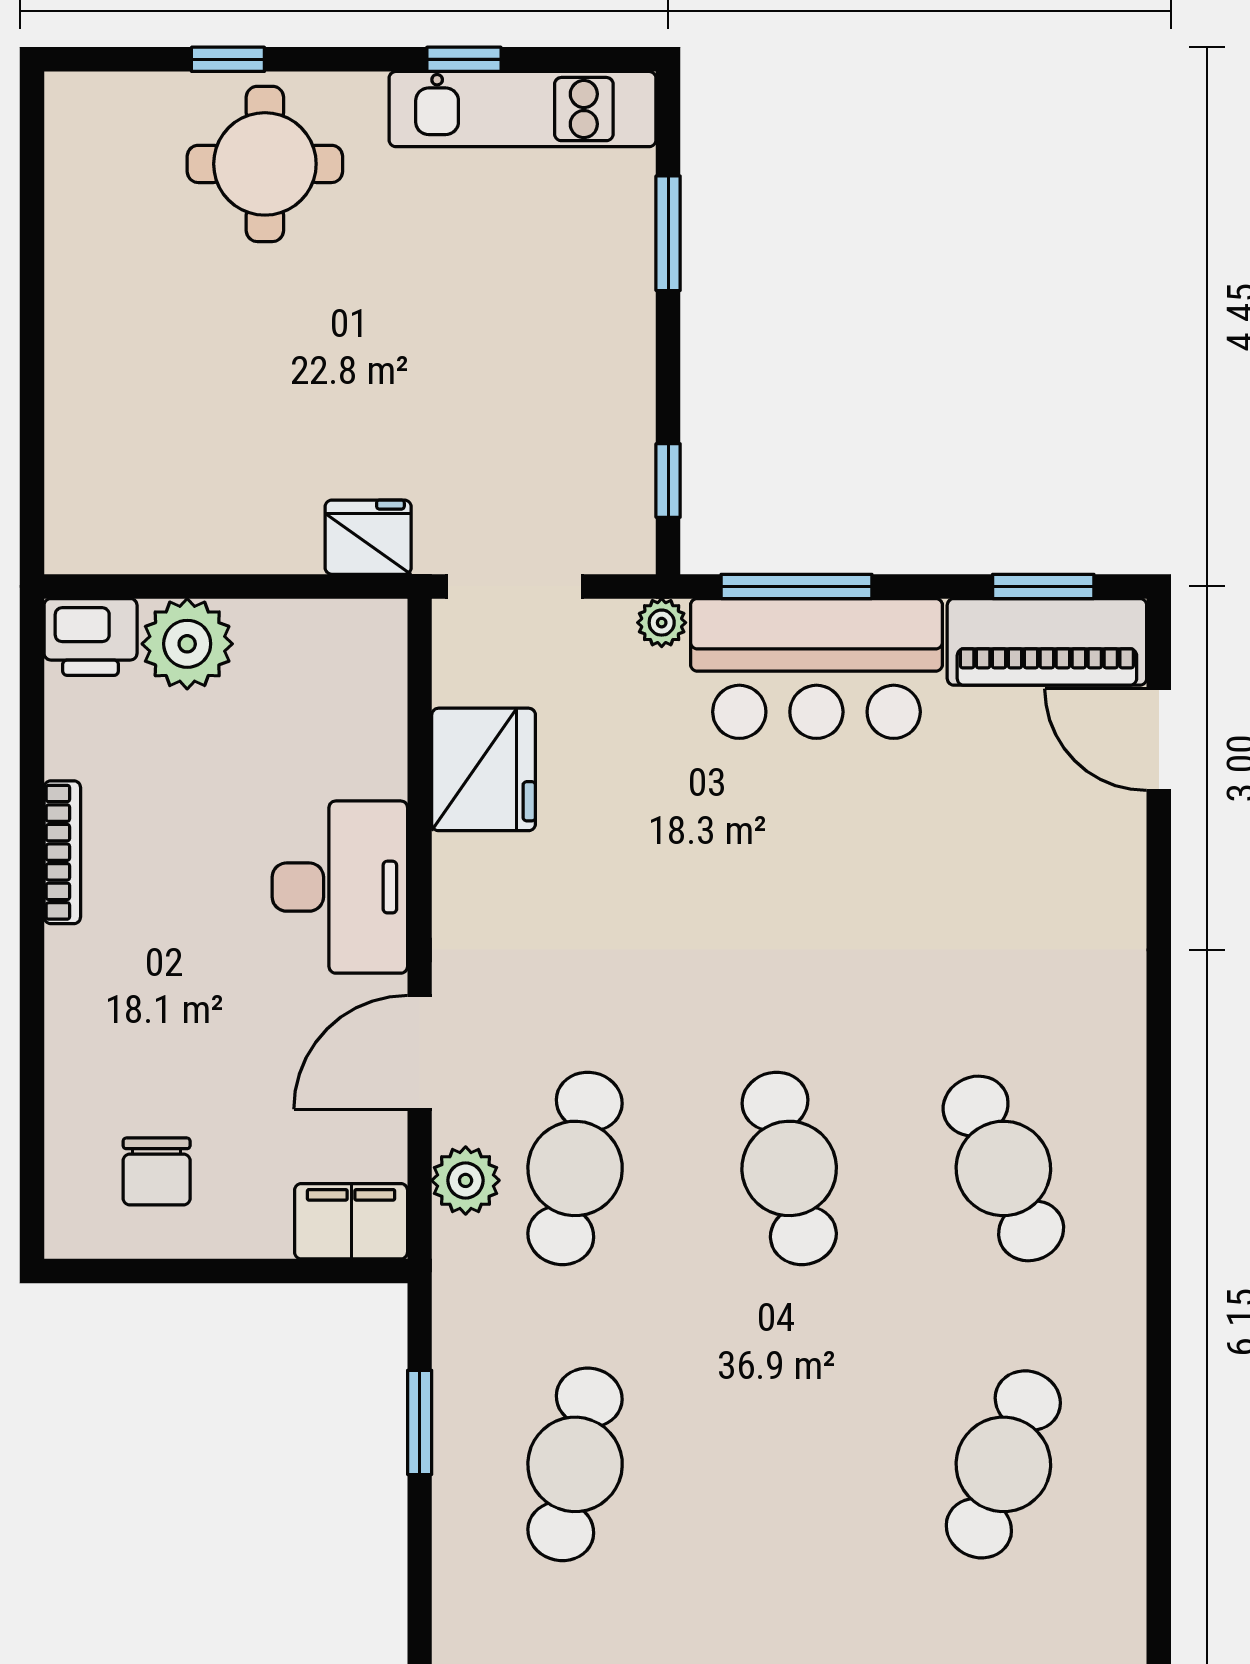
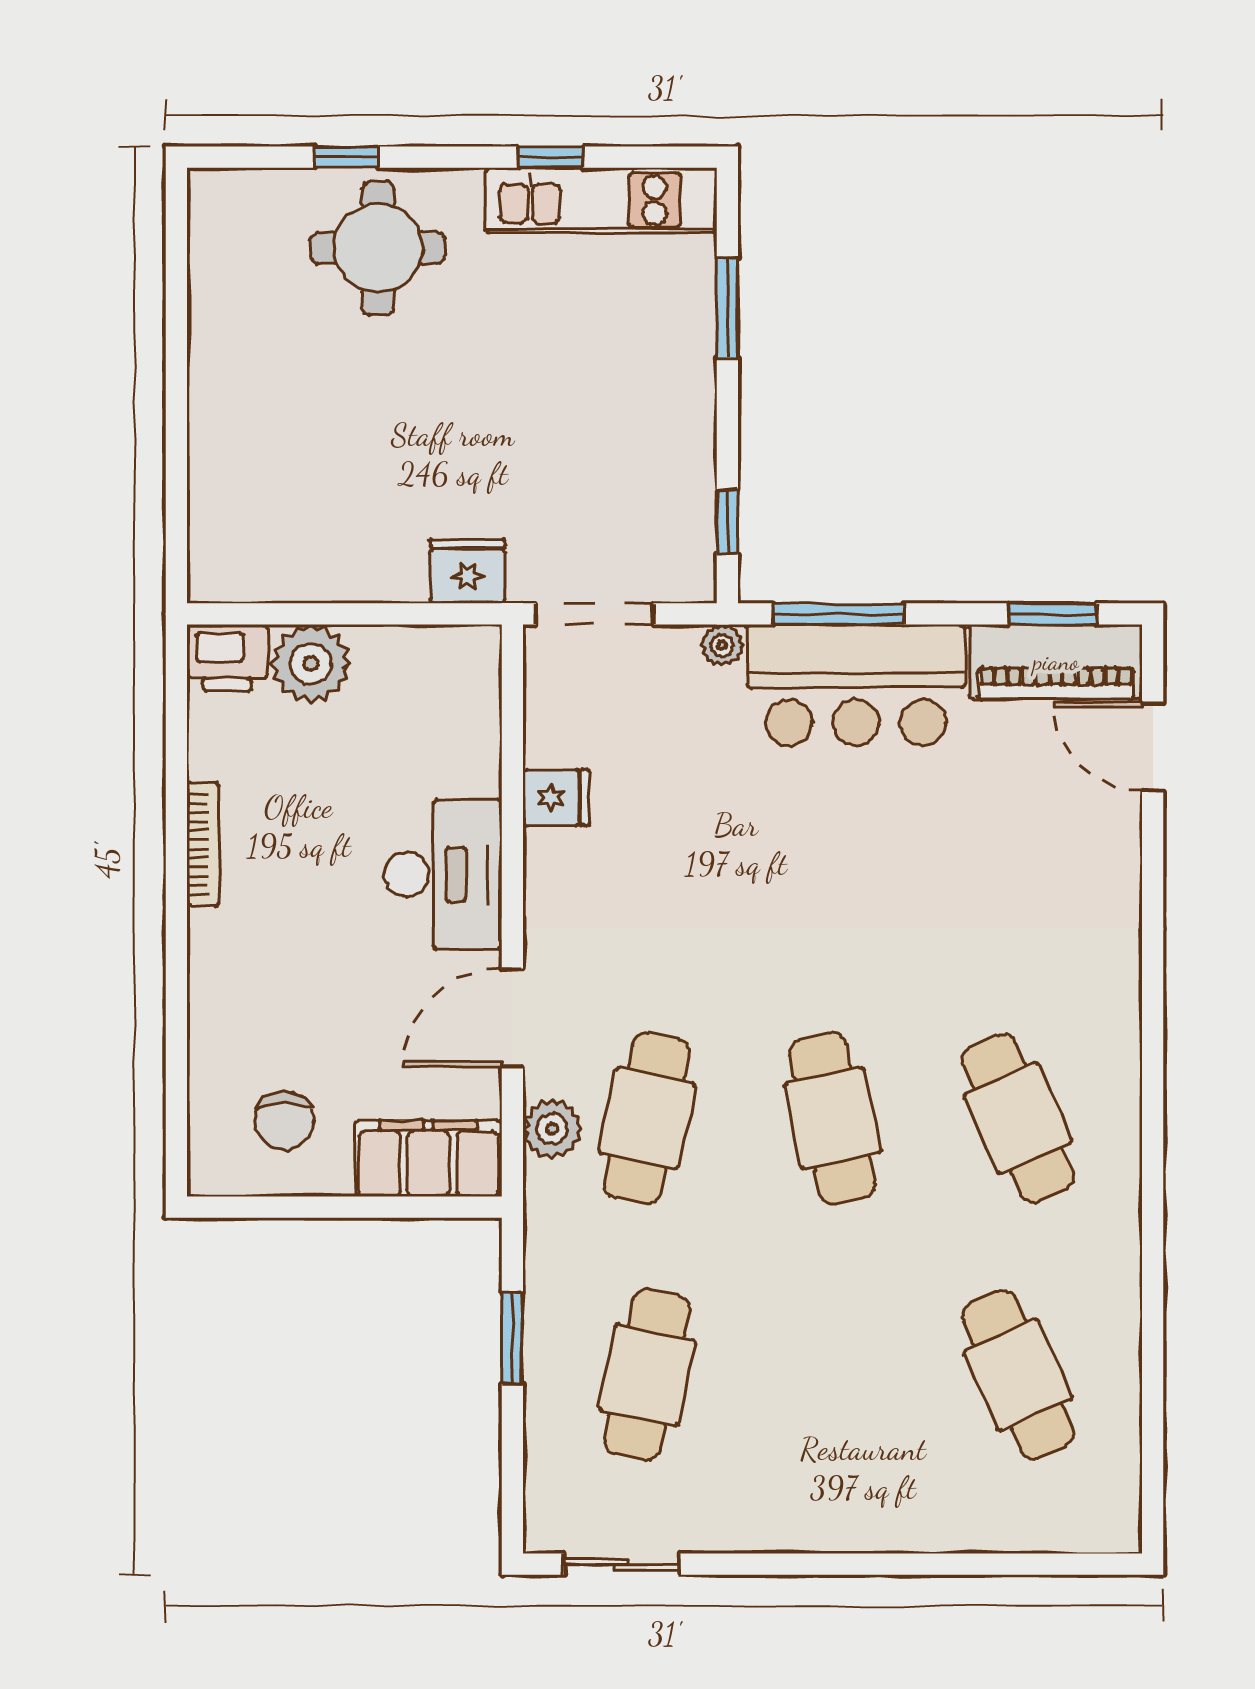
fridge: (484, 769) -> (556, 798), width x0.53, depth x0.75
filing cabinet: (351, 1221) -> (428, 1159), width x1.50, depth x1.17
cafe table: (1003, 1464) -> (1018, 1375), turned -45

